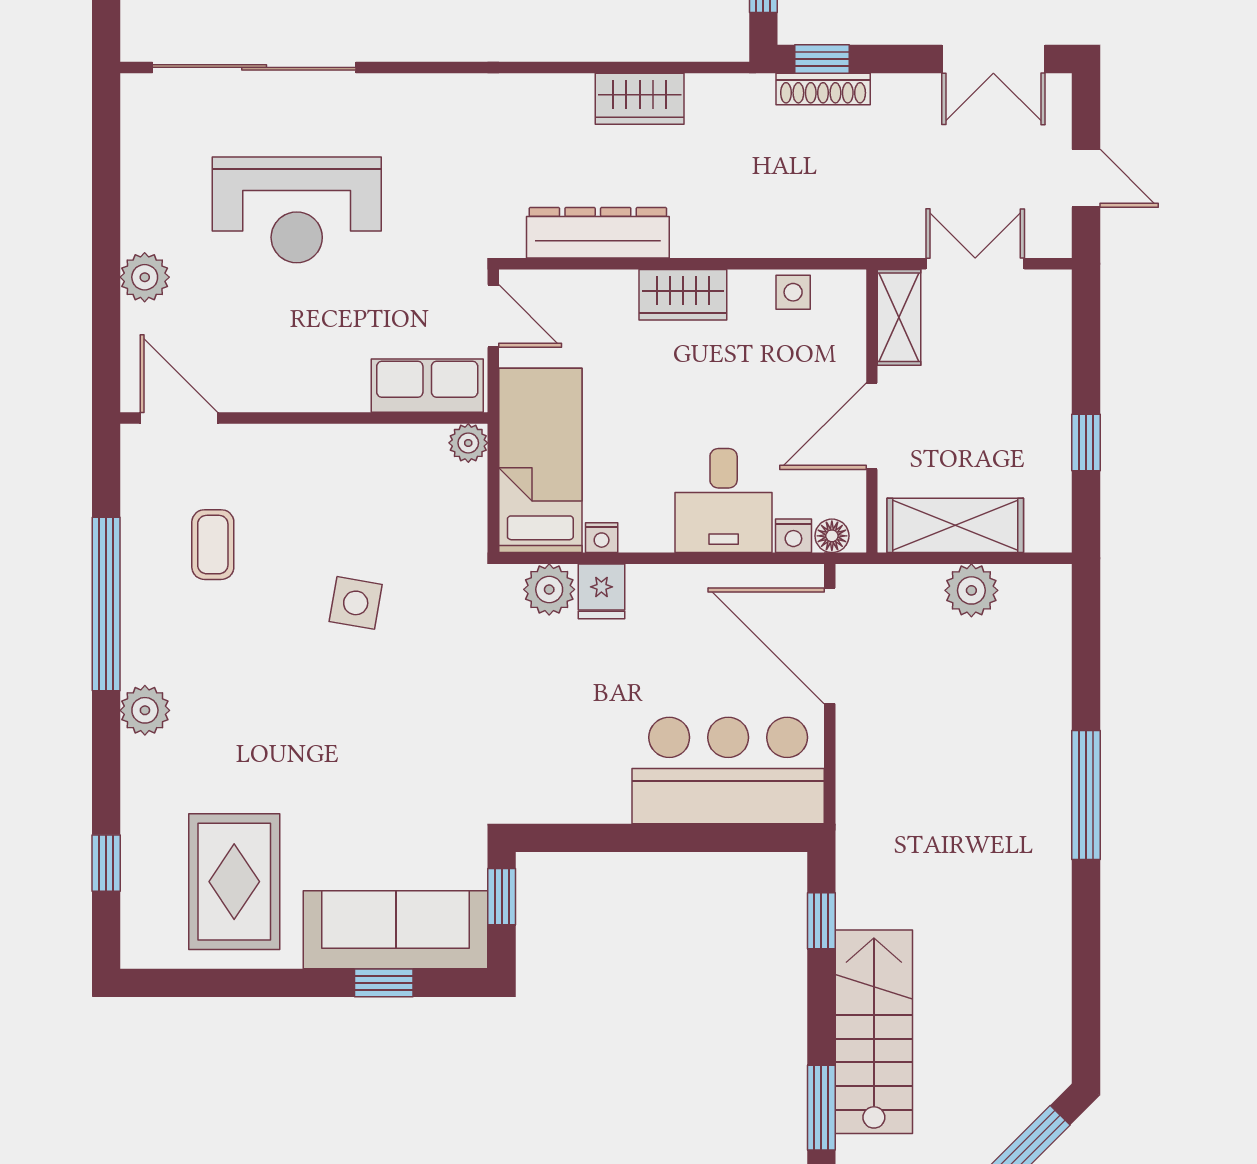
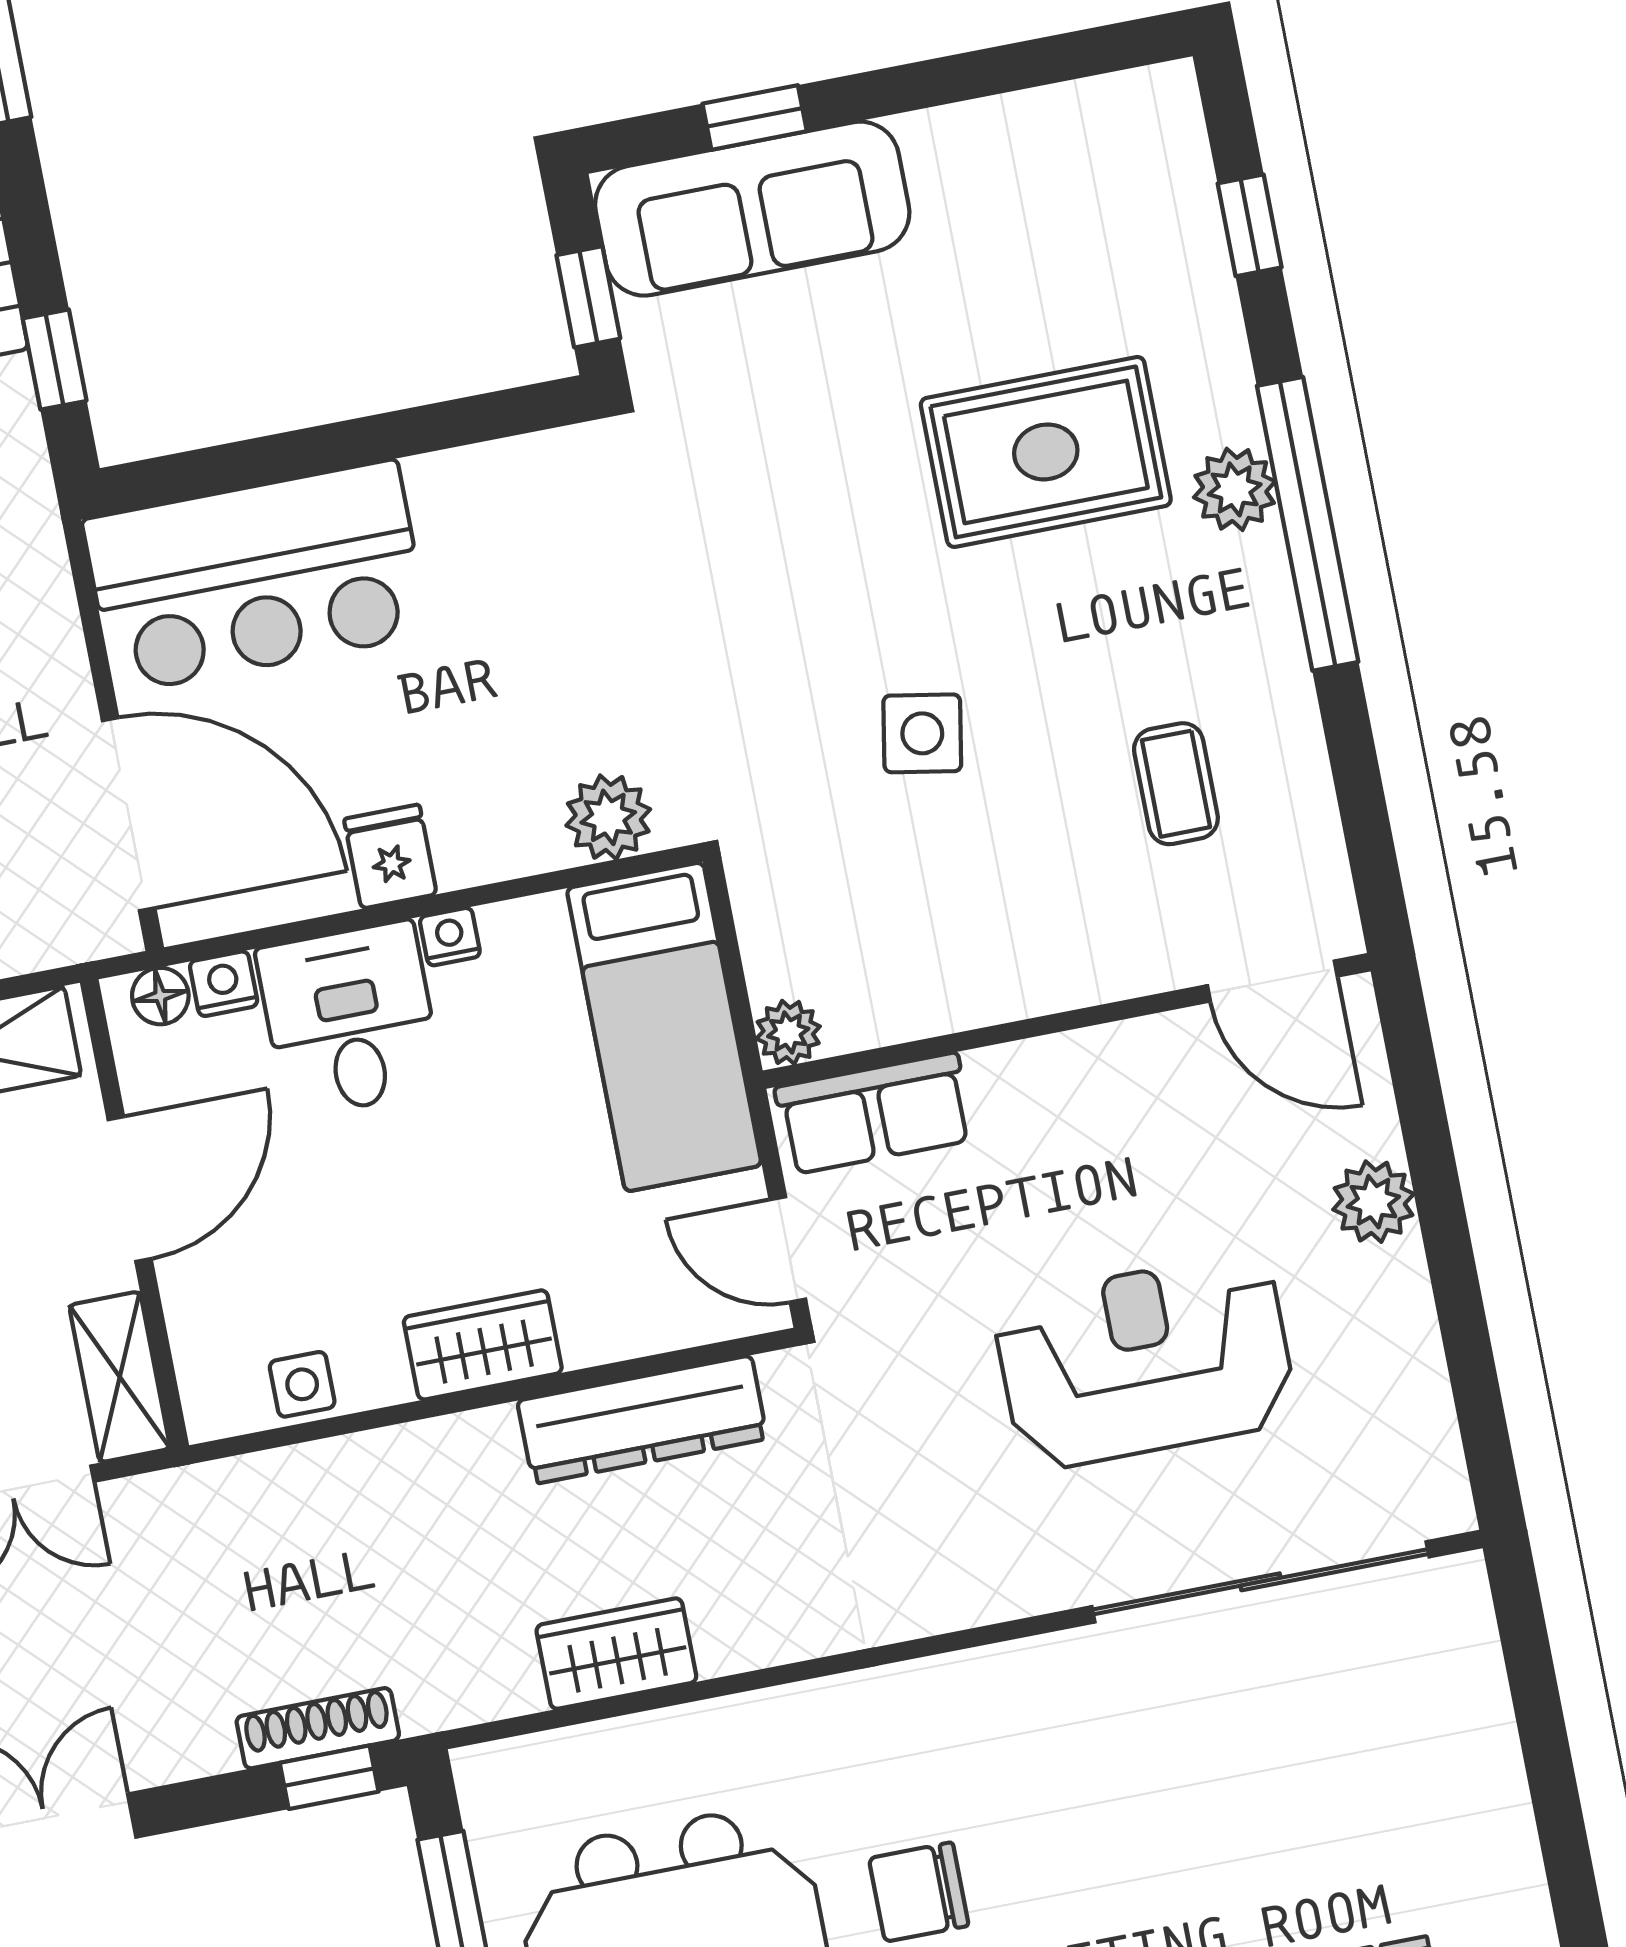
nightstand: (602, 538) -> (450, 937), moved
fridge: (601, 591) -> (390, 857), moved
window: (106, 604) -> (1308, 524), moved
rug: (234, 882) -> (1046, 452), moved, turned 90

